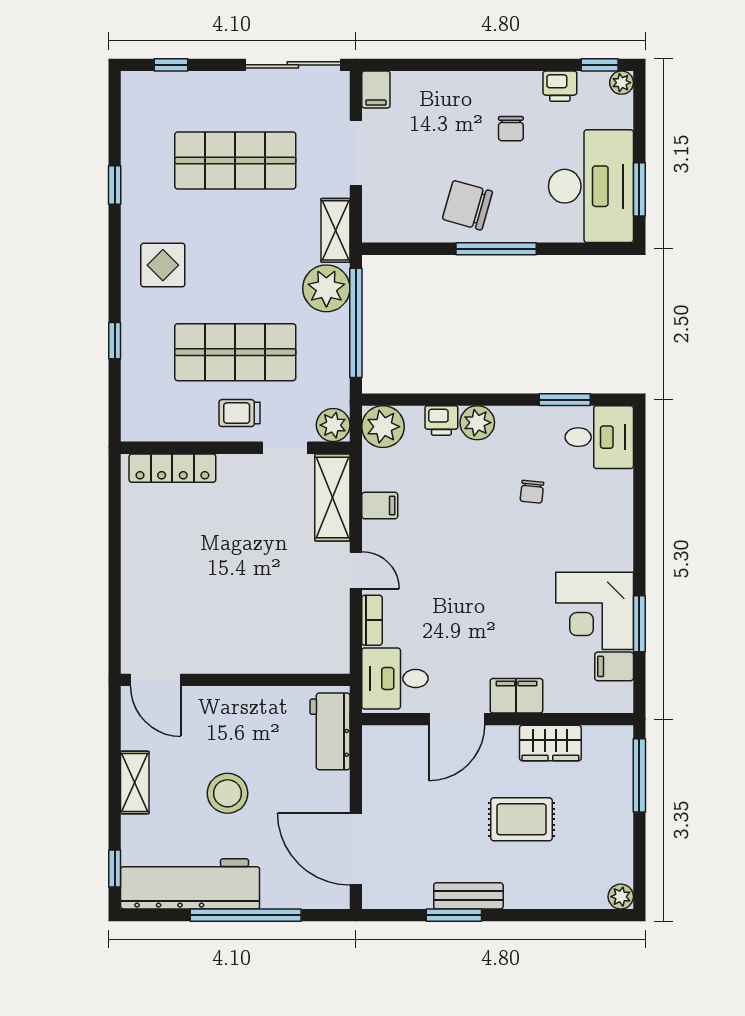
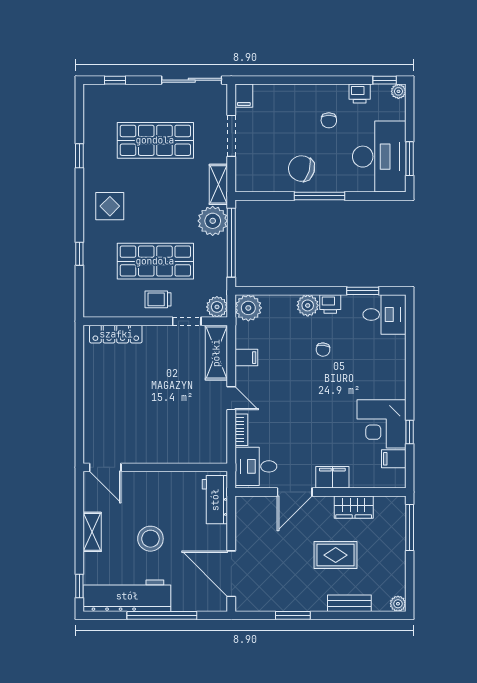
printer: (441, 420) -> (330, 304), moved
chair: (532, 492) -> (323, 350), moved
window: (639, 624) -> (410, 432), width x0.67
bench: (468, 896) -> (349, 603), moved

